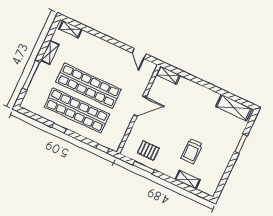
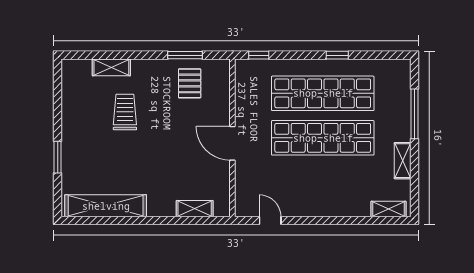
shelving: (168, 75) -> (195, 209), moved
door: (140, 106) -> (232, 143), hinge flipped
shelving: (234, 108) -> (106, 206), width x1.47
pallet: (148, 150) -> (190, 83), turned 90

